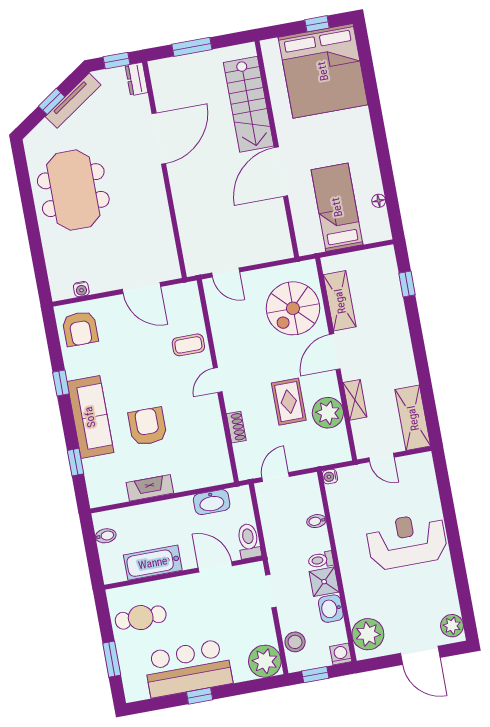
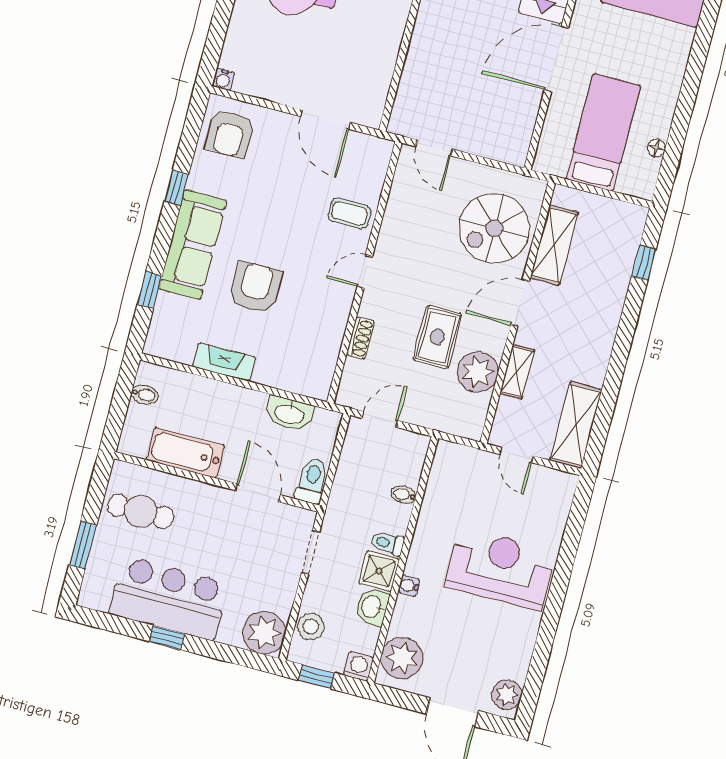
water cooler: (81, 289) -> (223, 79), moved
water cooler: (330, 477) -> (409, 586), moved

